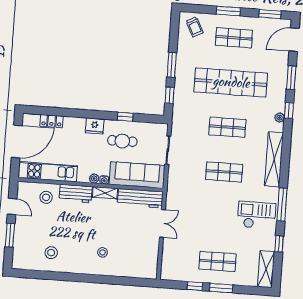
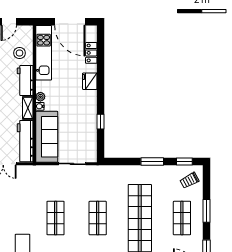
window: (169, 95) -> (184, 162), moved
fridge: (95, 126) -> (90, 81), moved
cafe table: (122, 141) -> (78, 121), removed

